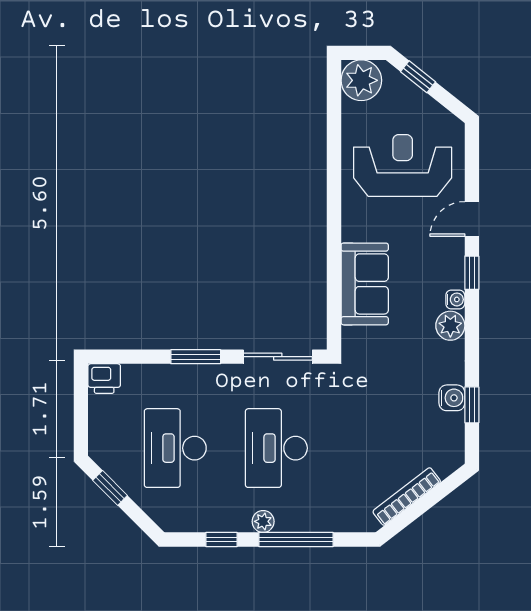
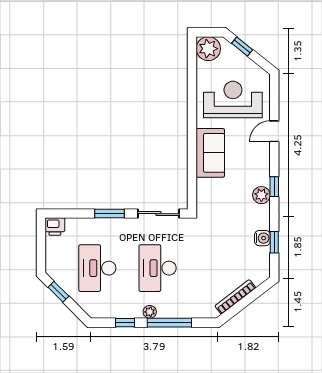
window: (472, 273) -> (274, 187), moved
sofa: (365, 284) -> (210, 153), moved
water cooler: (455, 299) -> (264, 179), removed

